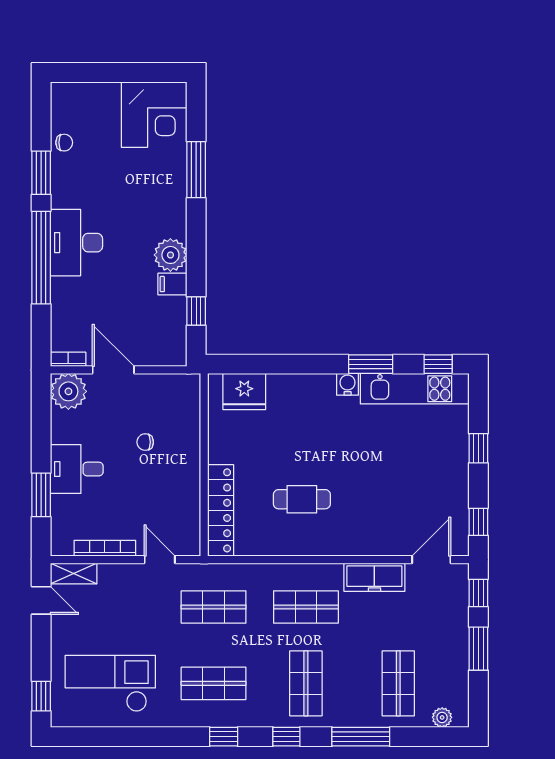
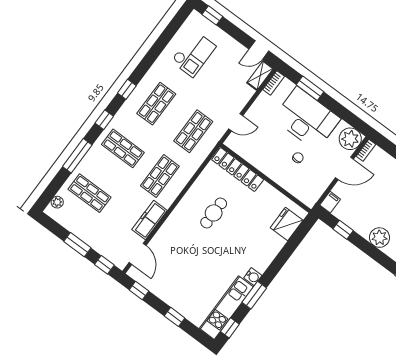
filing cabinet: (172, 284) -> (330, 202), moved
desk: (77, 469) -> (307, 119), width x1.87, depth x1.30
bookcase: (105, 548) -> (274, 83), moved, width x0.64
checkout: (110, 683) -> (194, 54), width x0.73, depth x0.83

